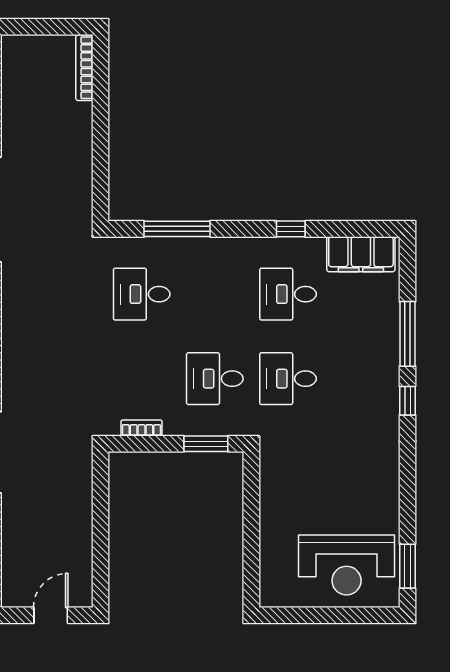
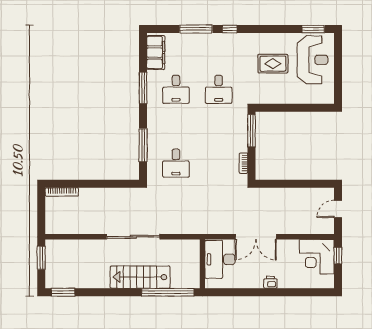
window: (291, 229) -> (143, 88), width x2.17
desk: (215, 379) -> (219, 126), removed
window: (206, 444) -> (251, 131), width x1.44
rug: (339, 486) -> (273, 64), added
door: (51, 615) -> (338, 209), hinge flipped

